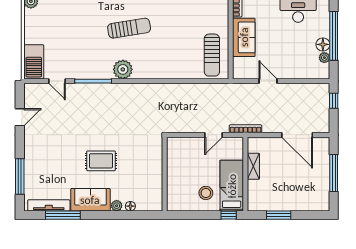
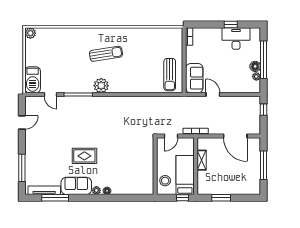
sofa: (244, 37) -> (194, 78), moved
wall: (165, 174) -> (155, 166), moved

